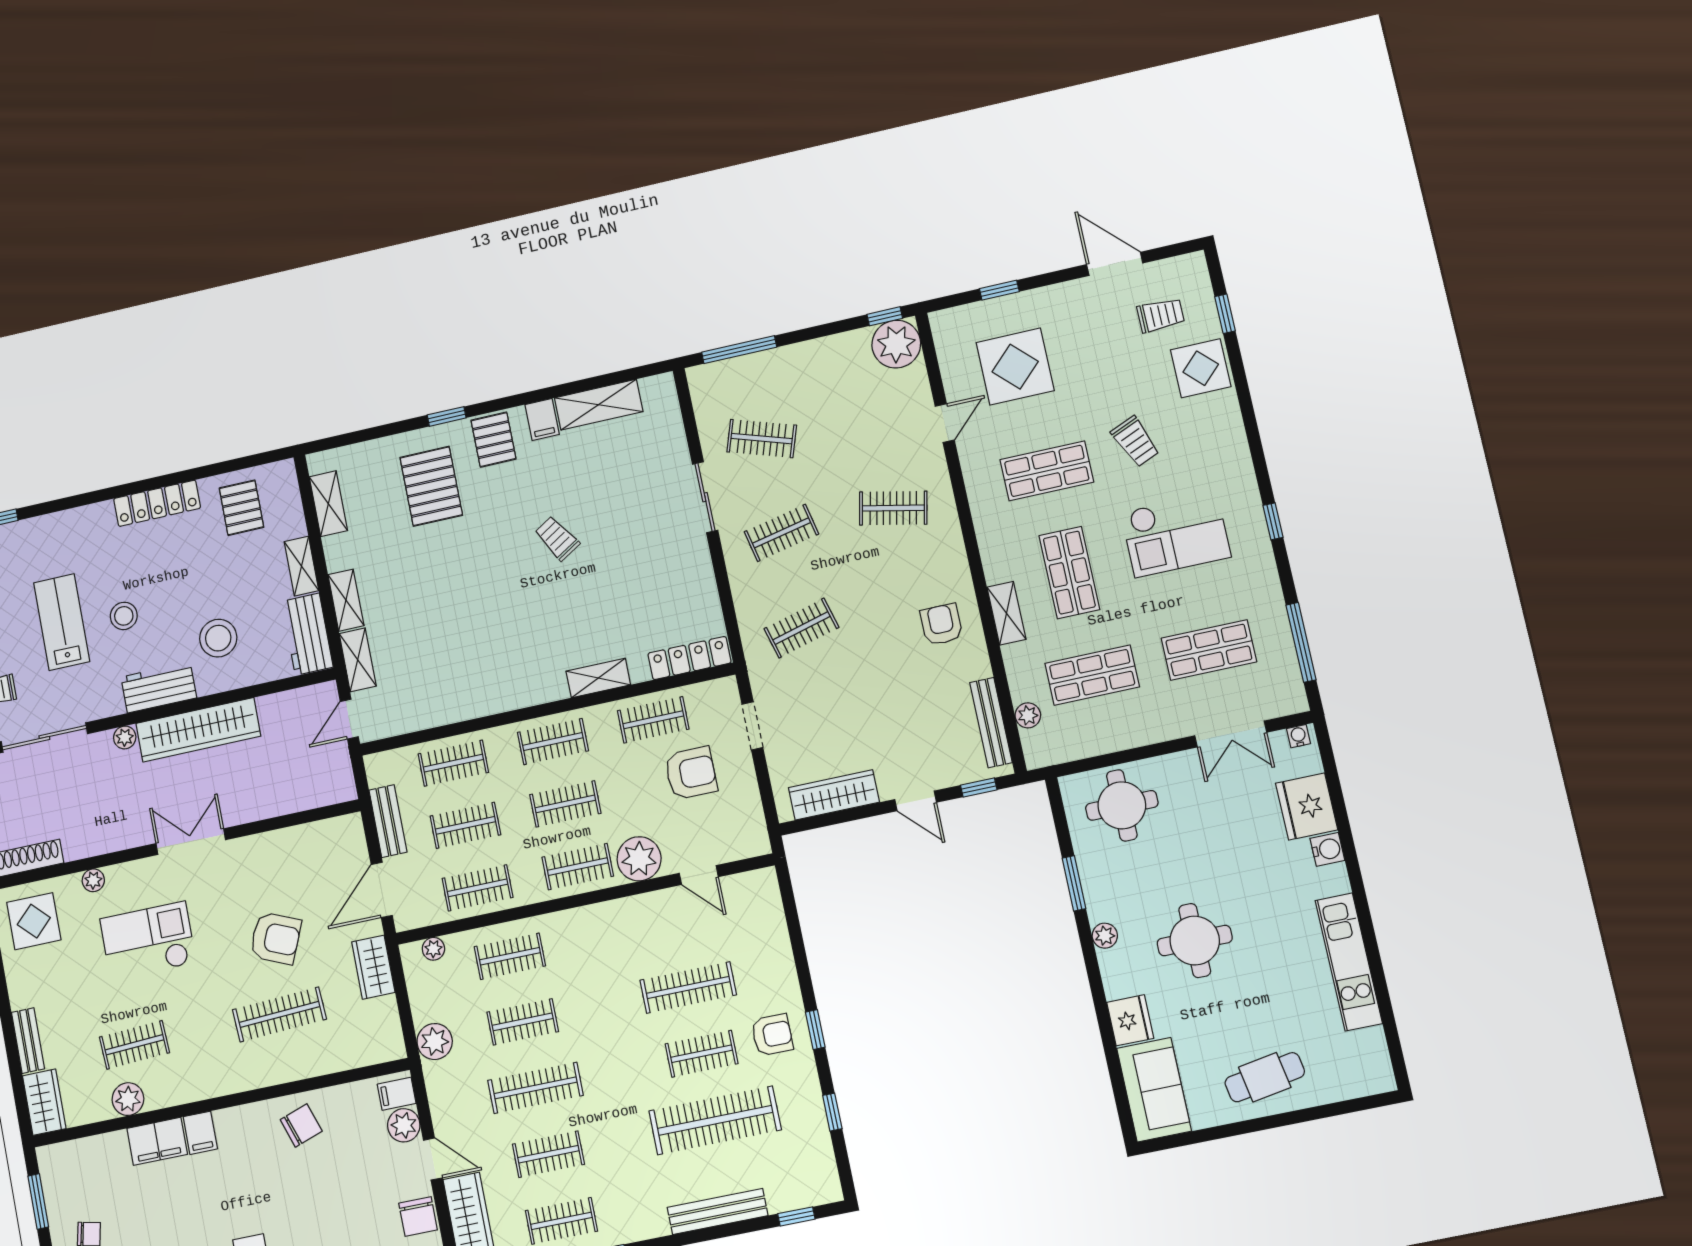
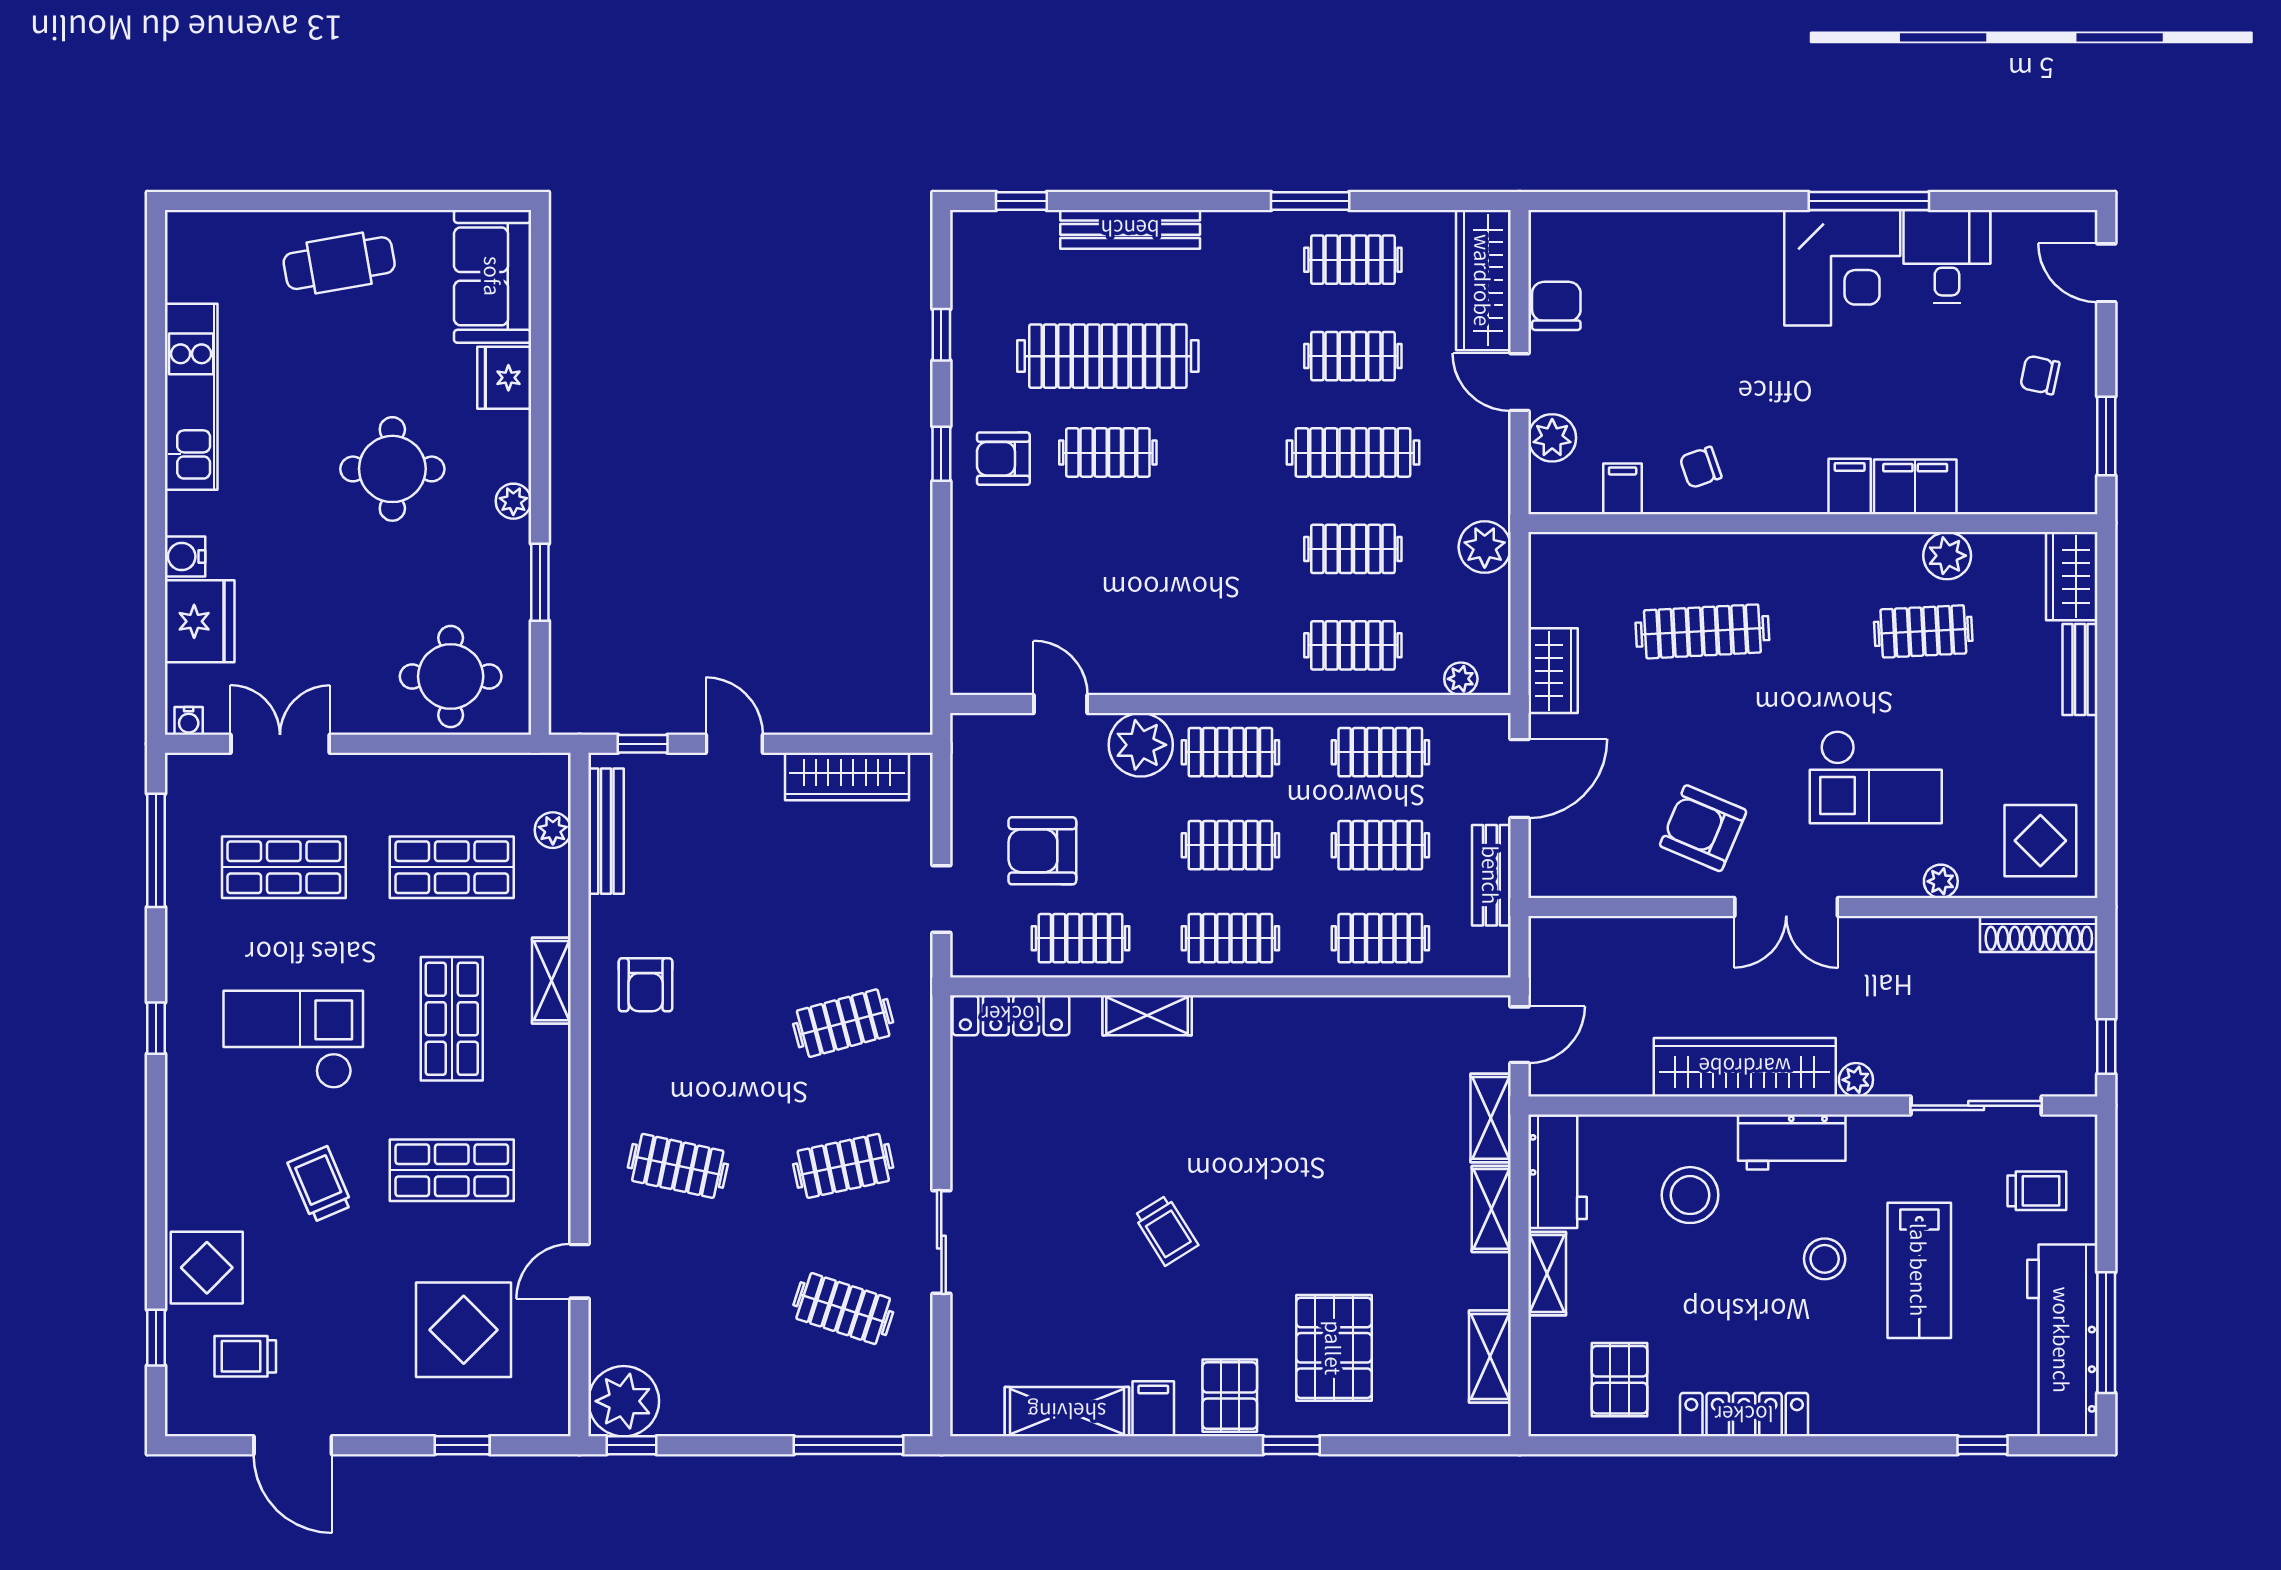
armchair: (275, 938) -> (1703, 828), moved
clothes rail: (688, 988) -> (1108, 549), removed
filing cabinet: (397, 1094) -> (1623, 489), moved, turned -90
chair: (301, 1125) -> (1701, 467), width x0.73, depth x0.73

